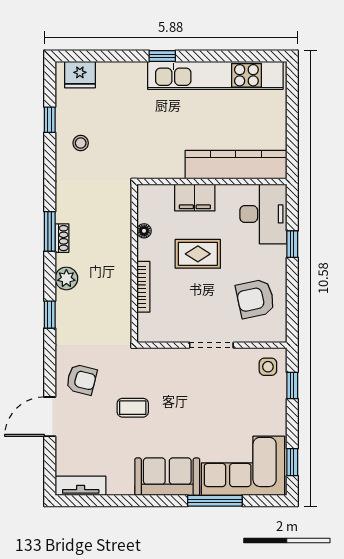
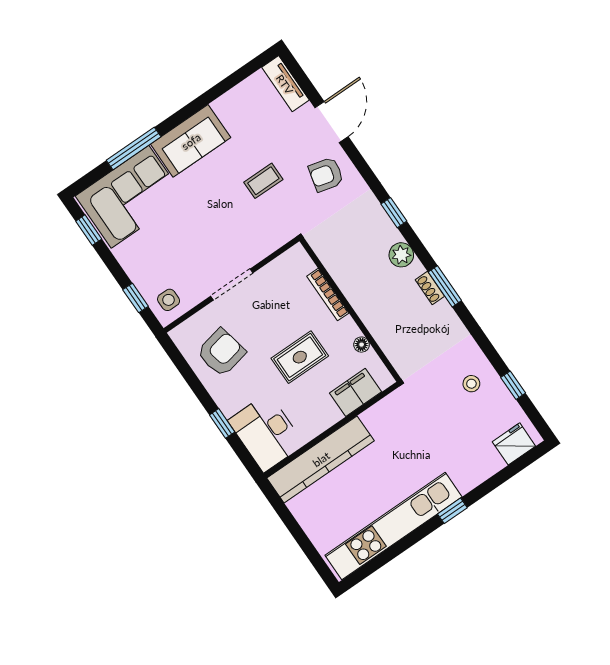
filing cabinet: (195, 197) -> (355, 392), moved
tv unit: (81, 486) -> (285, 84), moved, turned 90

